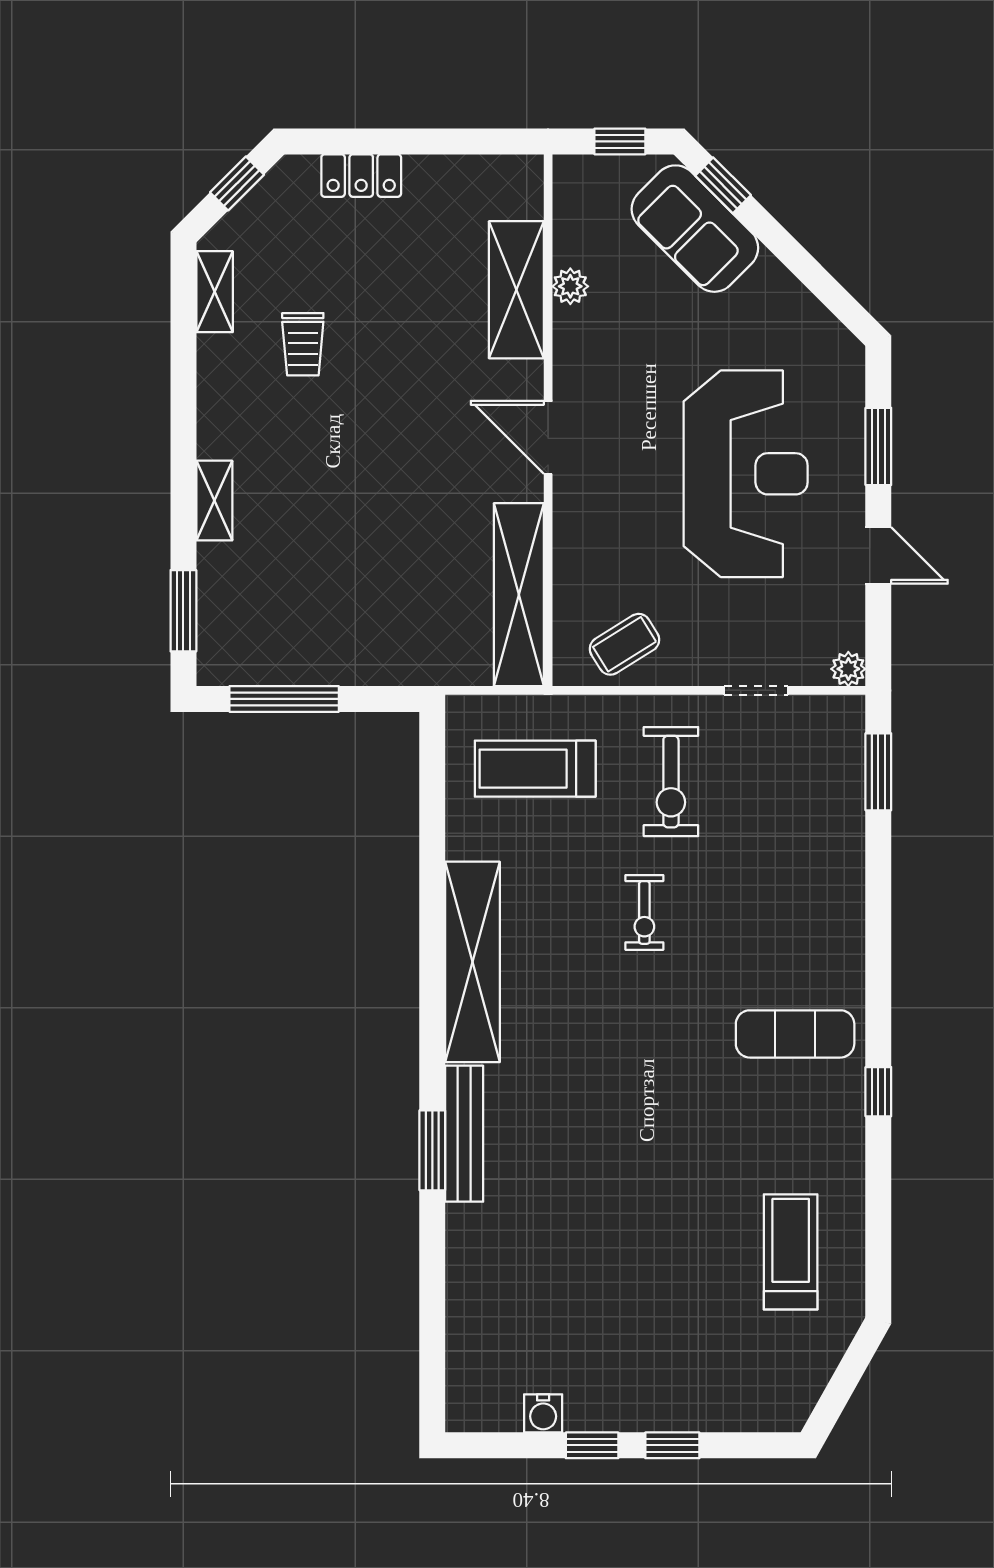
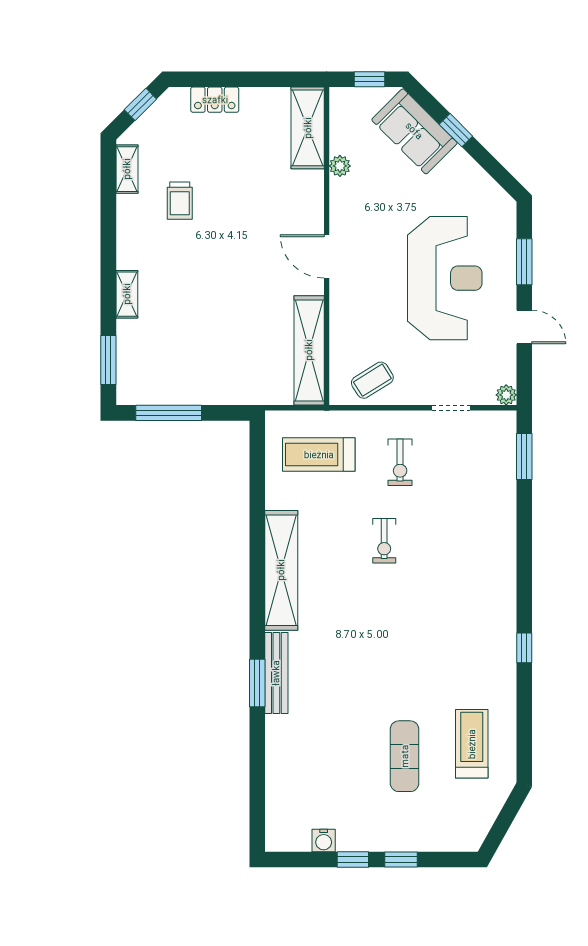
window: (723, 185) -> (456, 130), moved
shelving: (516, 290) -> (308, 128), moved
exercise bike: (671, 782) -> (400, 462), width x0.73, depth x0.72
exercise mat: (795, 1034) -> (405, 756), moved, turned 90

